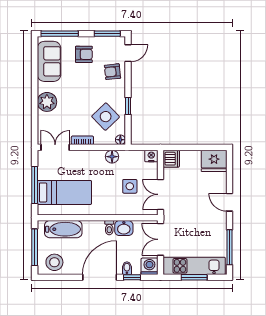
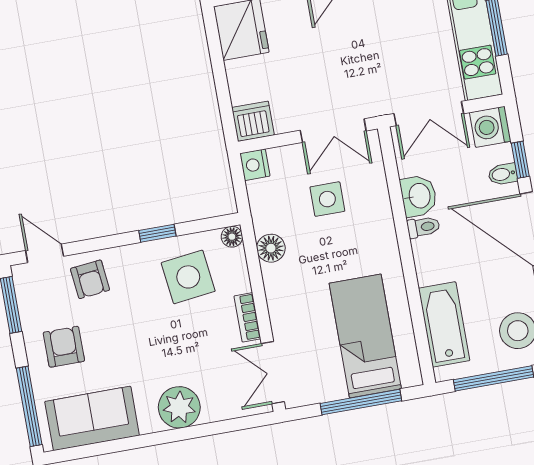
side table: (106, 117) -> (188, 277), turned 37

